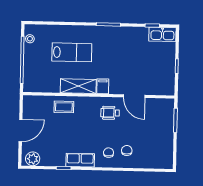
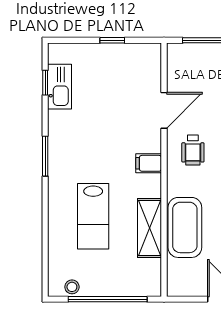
kitchen sink: (162, 34) -> (60, 87), moved
lab bench: (72, 52) -> (93, 216), turned 180
shelving: (78, 86) -> (150, 228), moved
coffee table: (64, 107) -> (185, 227), width x1.86, depth x1.72

